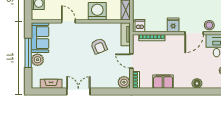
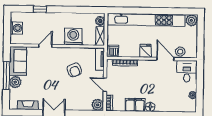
door: (68, 21) -> (45, 46), hinge flipped
door: (194, 33) -> (165, 59), swing flipped
floor lamp: (197, 83) -> (150, 107), moved

